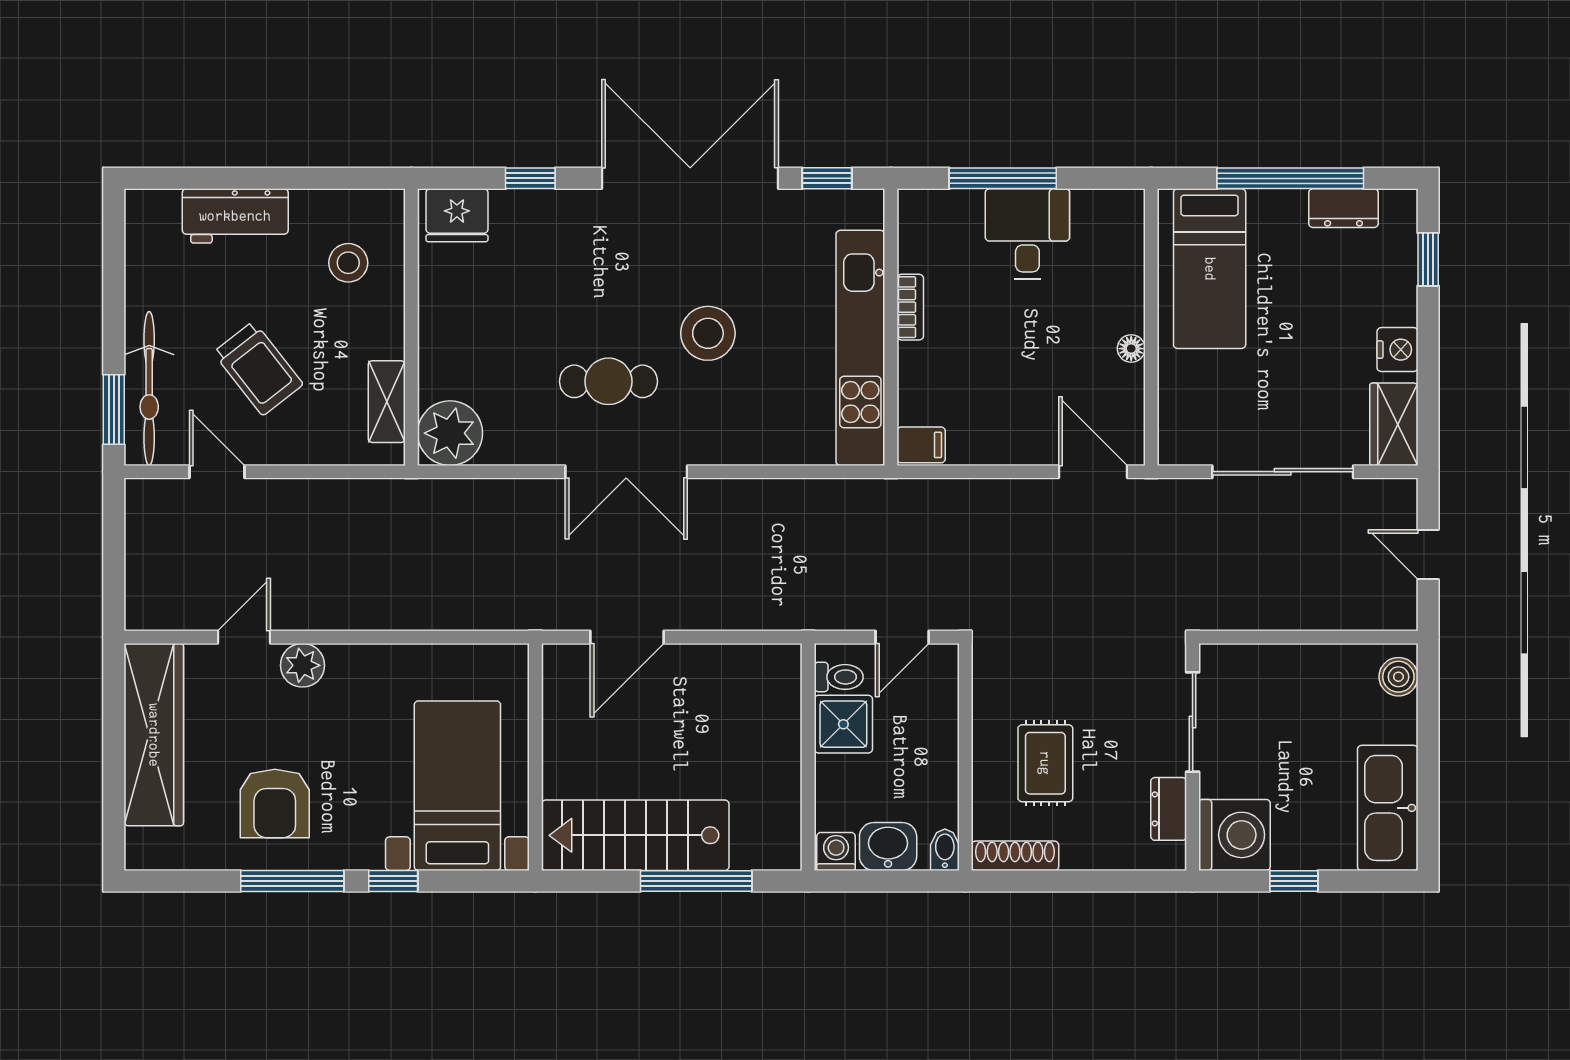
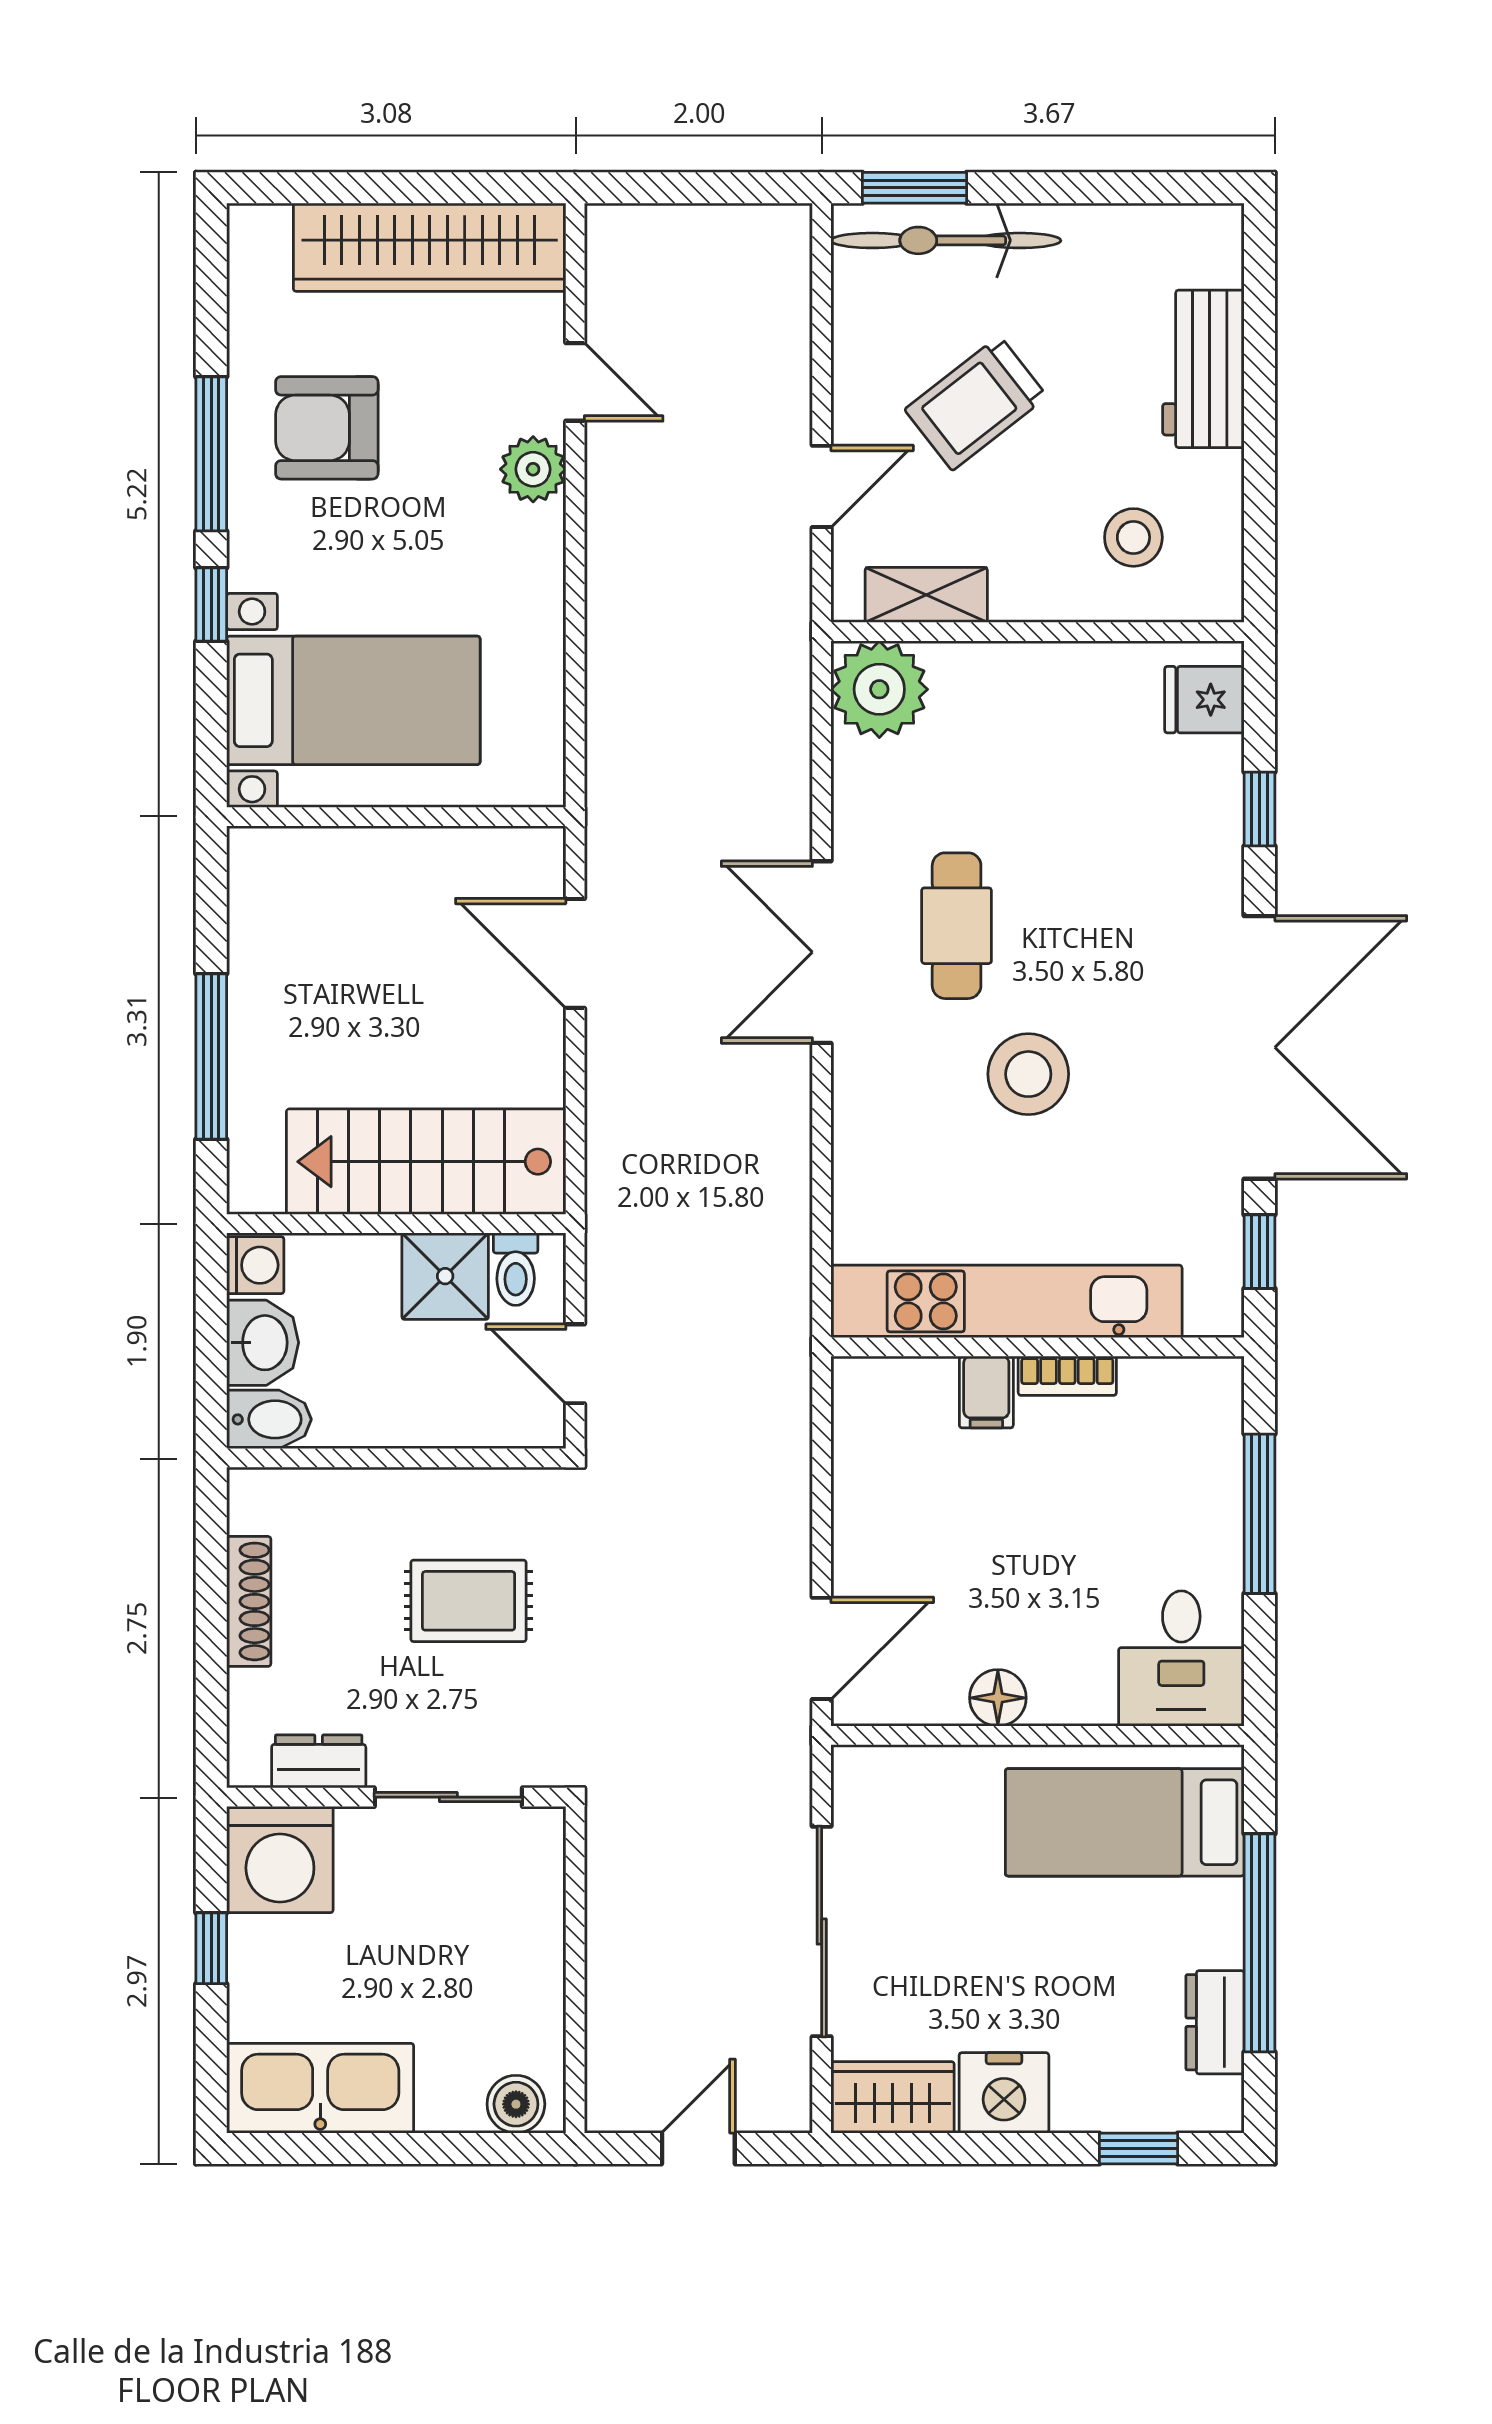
fridge: (457, 215) -> (1204, 700), width x0.72
desk: (1027, 234) -> (1181, 1658), moved, turned 90
floor lamp: (1131, 349) -> (998, 1698), width x1.37, depth x1.37
nightstand: (1398, 350) -> (1004, 2093), width x1.36, depth x1.33
filing cabinet: (921, 445) -> (986, 1392), moved
door: (217, 472) -> (822, 486), moved
rug: (1045, 763) -> (469, 1601), moved
stairs: (635, 835) -> (426, 1162), moved, turned -90
bidet: (945, 850) -> (269, 1419), width x1.38, depth x1.36
shoe rack: (1015, 856) -> (249, 1601), moved

